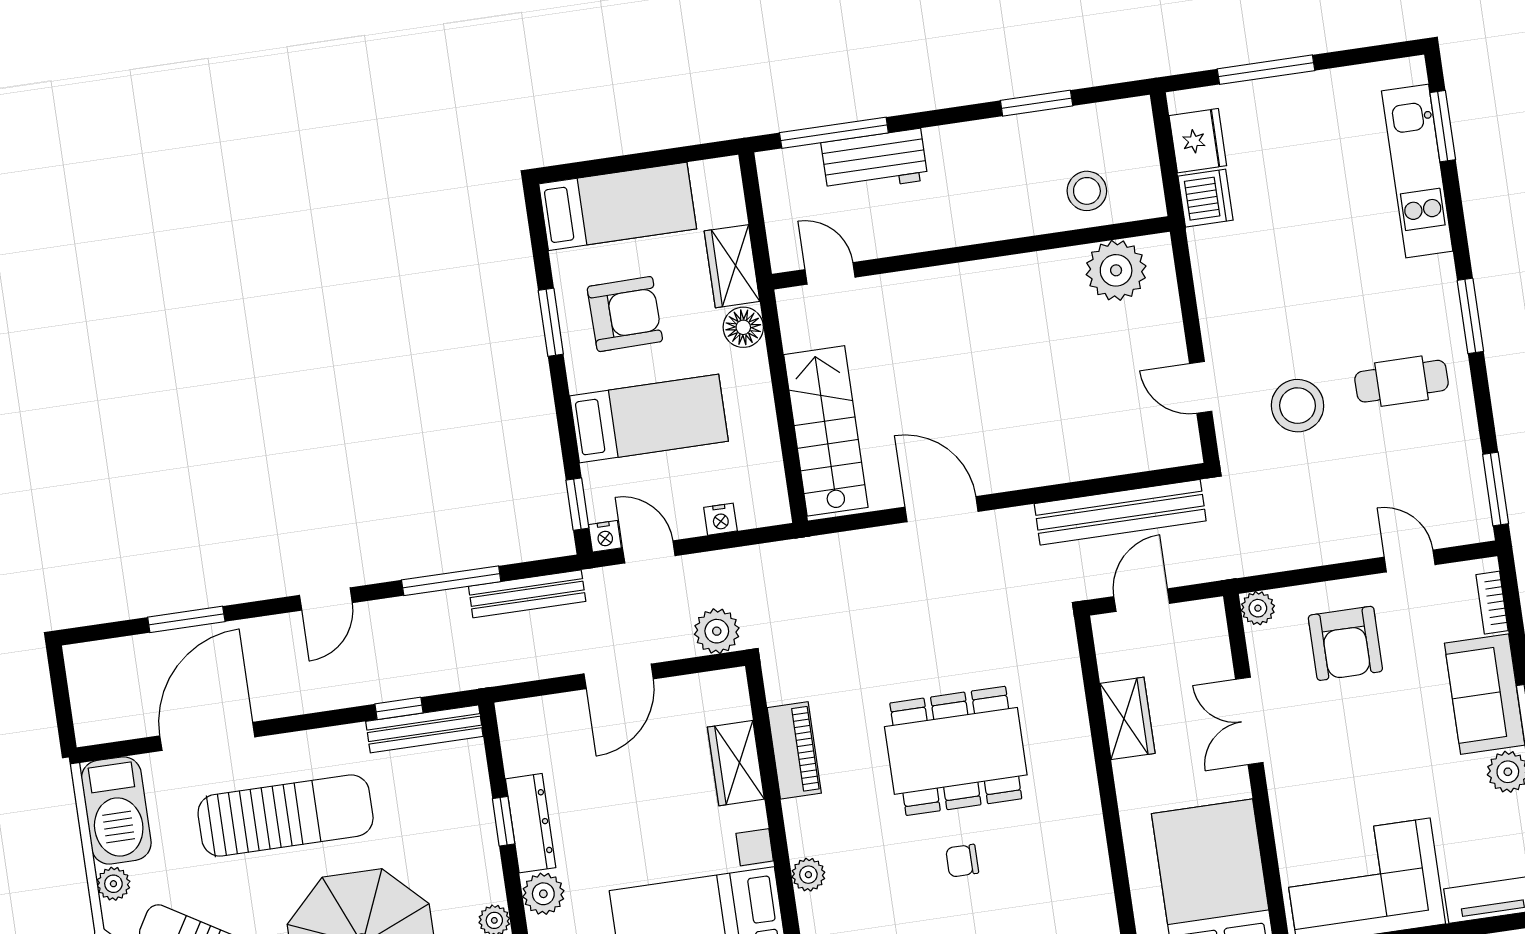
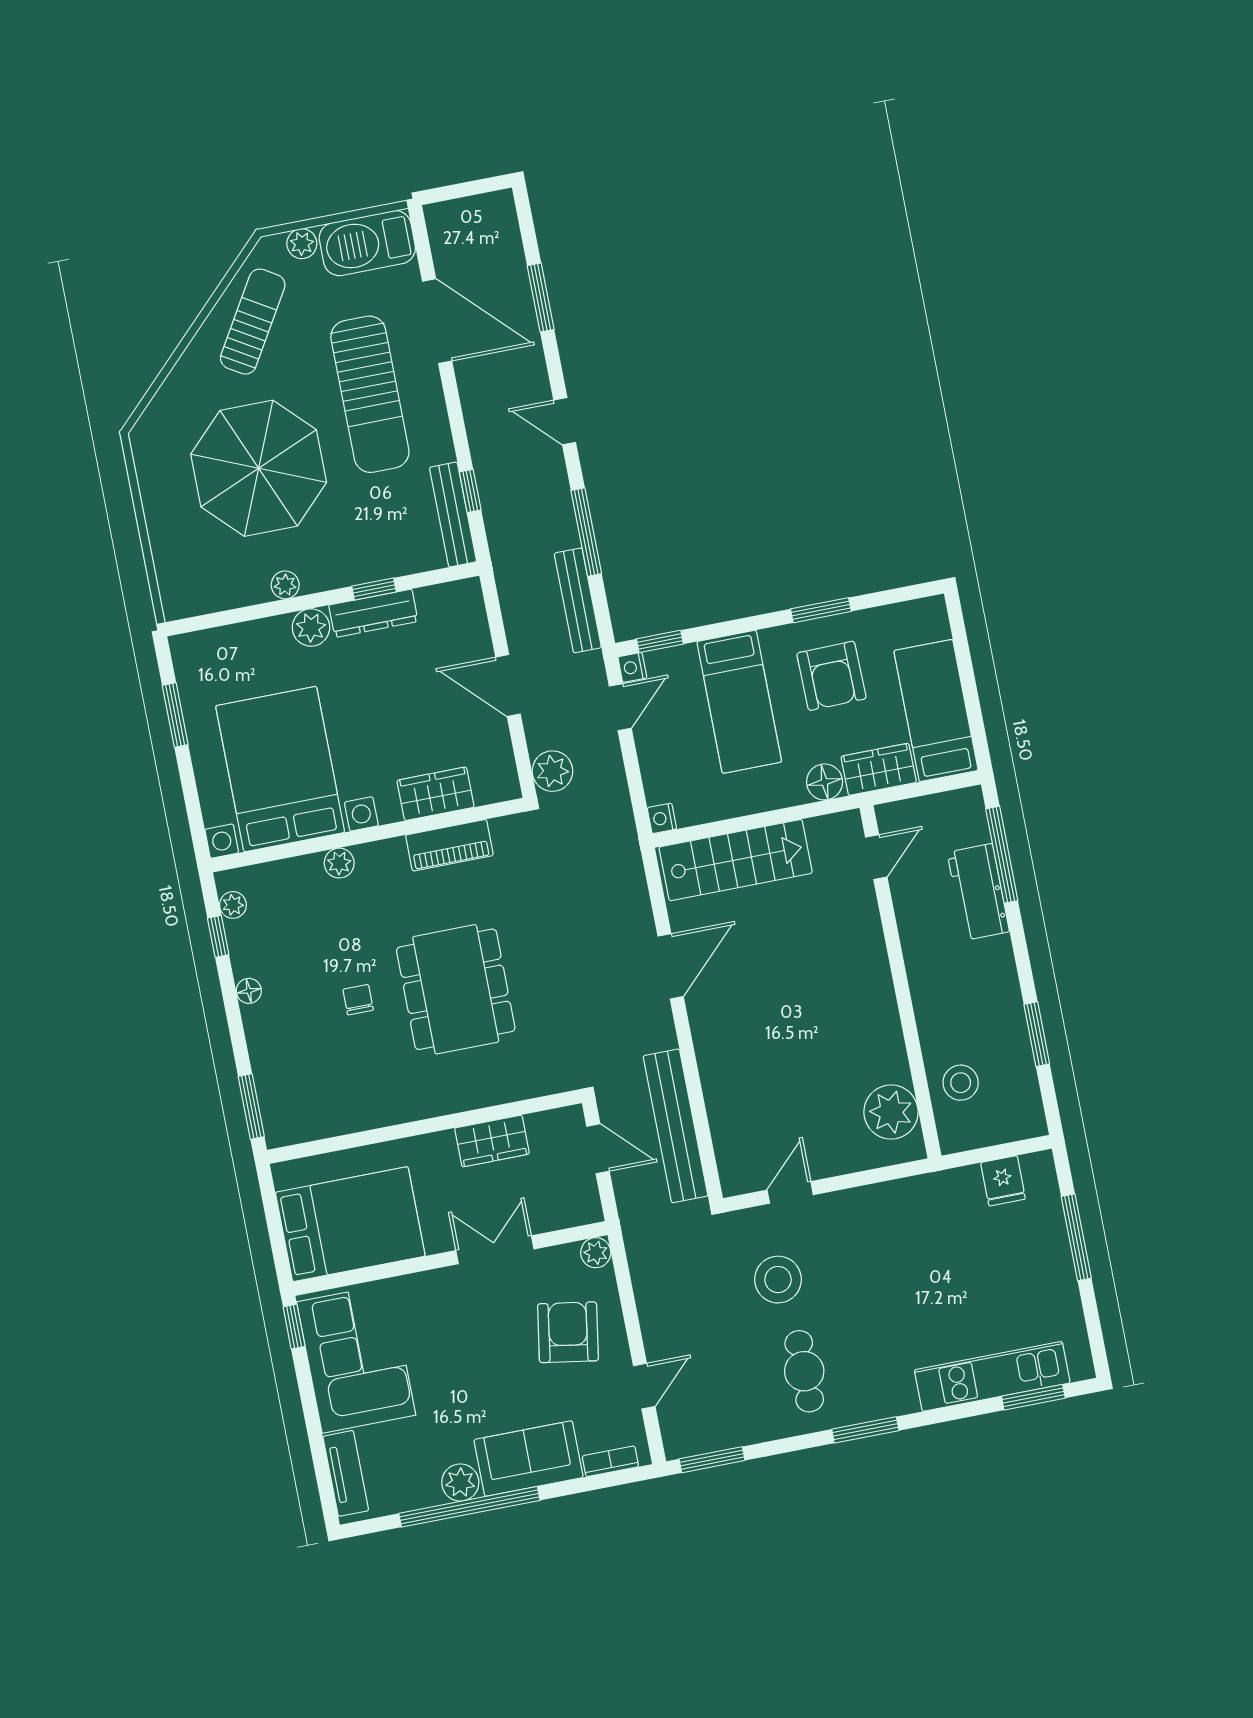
fridge: (1198, 141) -> (1003, 1181), width x0.72
dishwasher: (1205, 198) -> (959, 1189), removed
bed: (618, 206) -> (936, 711), moved, turned 180
nightstand: (720, 519) -> (662, 818), moved
armchair: (1345, 643) -> (568, 1332), turned 99

